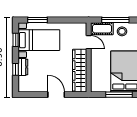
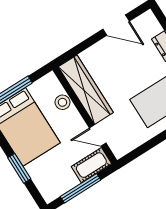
stool: (122, 31) -> (62, 102), moved
door: (56, 95) -> (116, 25), moved

